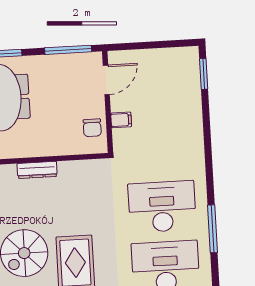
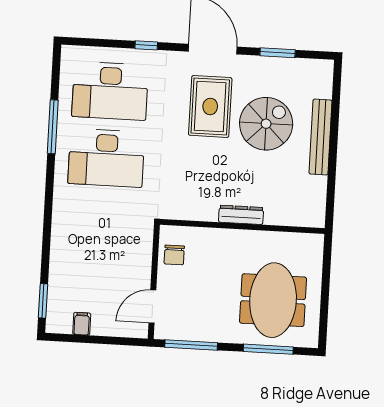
filing cabinet: (121, 120) -> (82, 324), moved, turned 90
chair: (92, 128) -> (174, 255), turned 180

